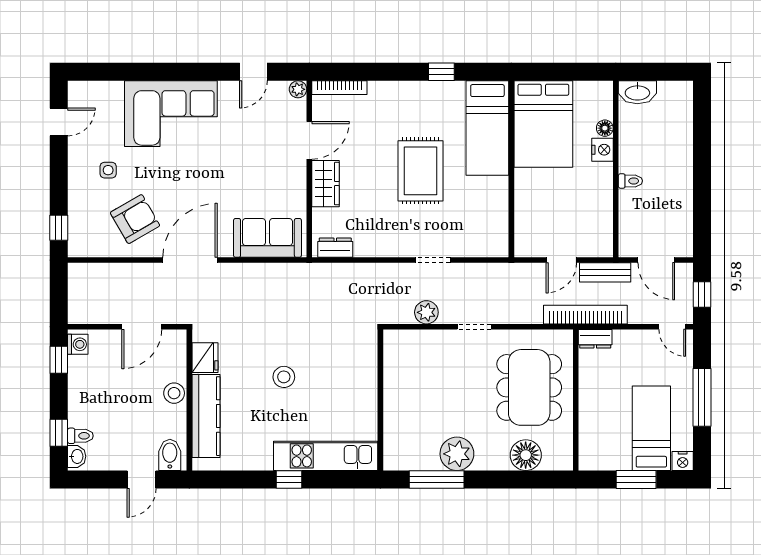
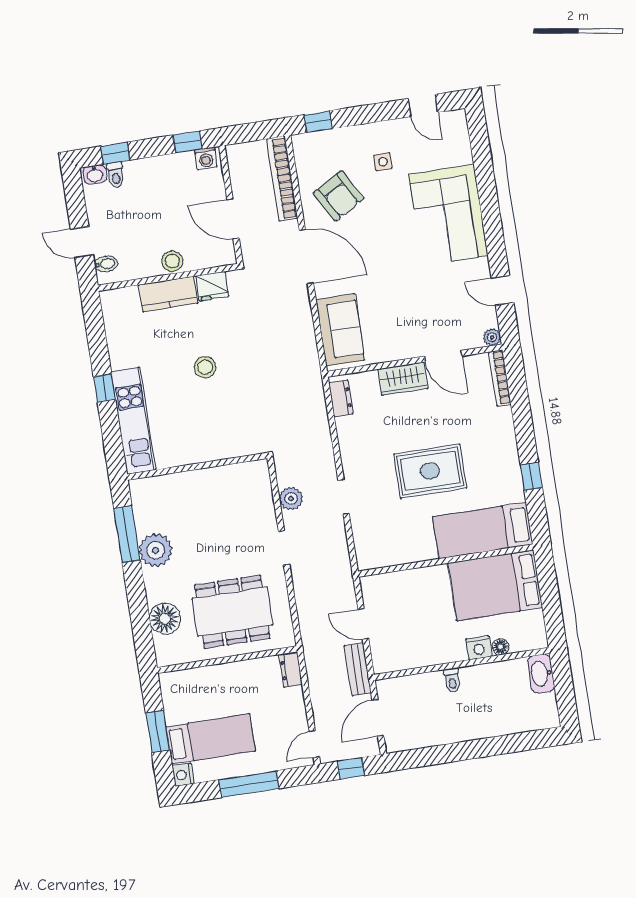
bookcase: (585, 315) -> (282, 179), moved, turned 180
kitchen counter: (206, 416) -> (168, 294), width x0.67
bidet: (170, 455) -> (106, 264), width x0.72, depth x0.74

